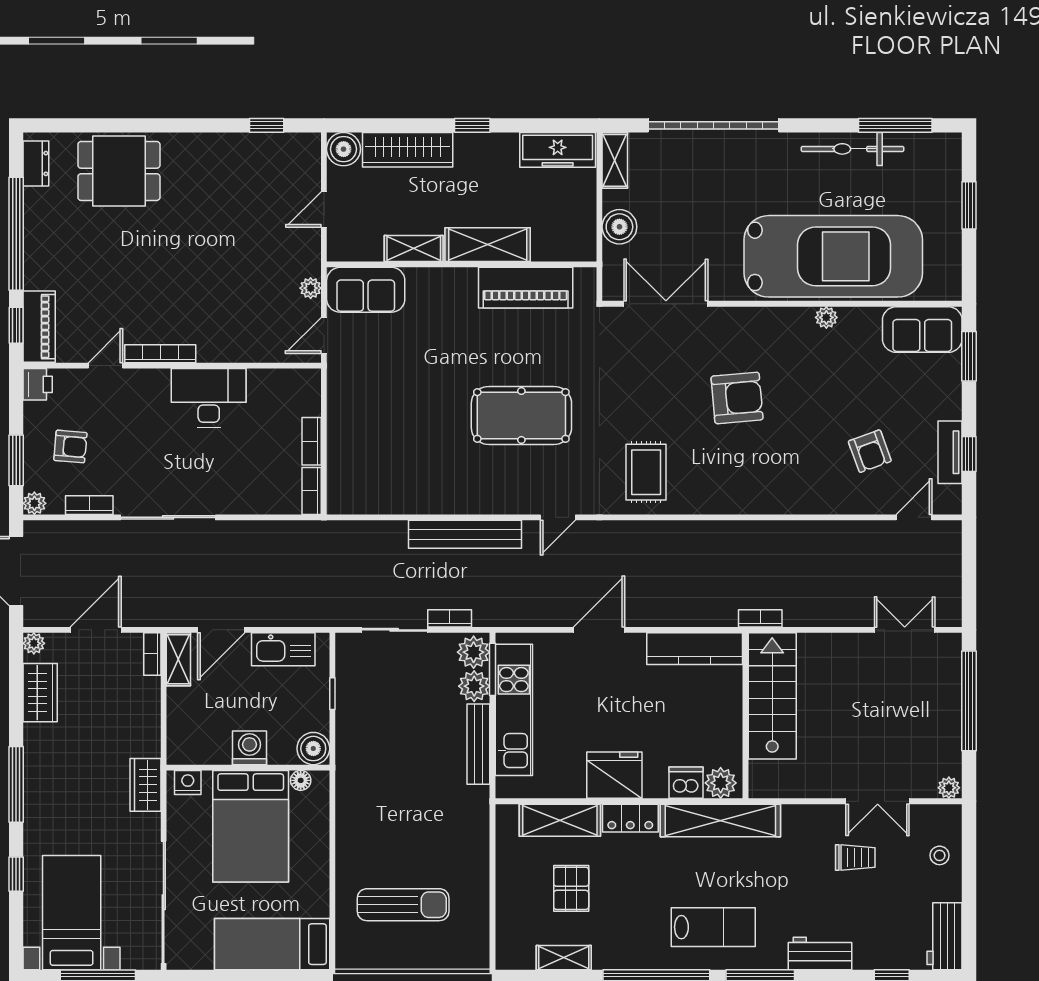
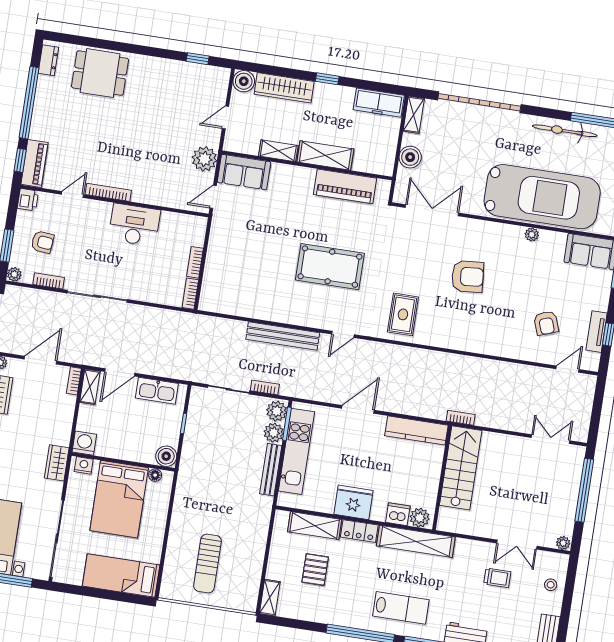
plant: (311, 288) -> (204, 159), width x1.88, depth x1.88
washing machine: (250, 748) -> (84, 443), moved
sun lounger: (403, 905) -> (208, 563), turned 90
shelving: (564, 958) -> (270, 598), moved, turned 90

